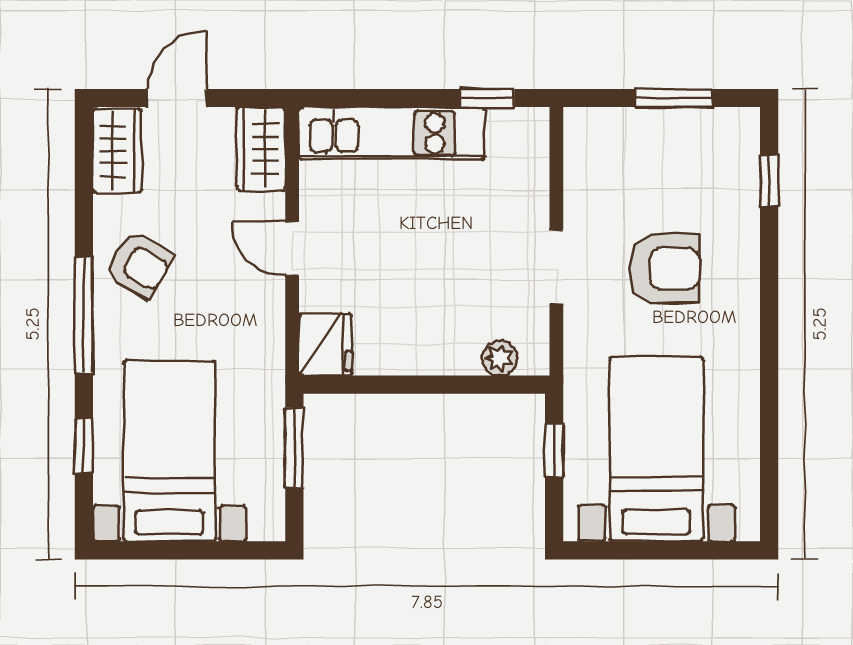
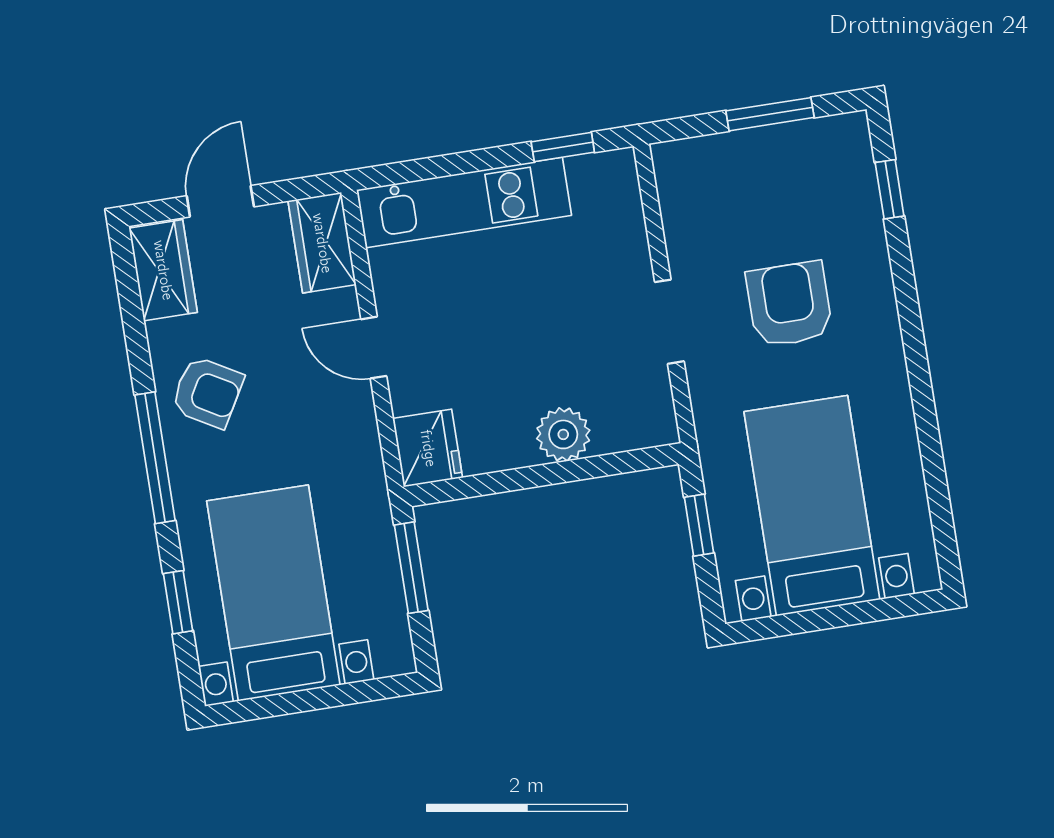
armchair: (665, 268) -> (789, 304), turned -90
plant: (499, 358) -> (563, 434), moved, width x1.38, depth x1.38

